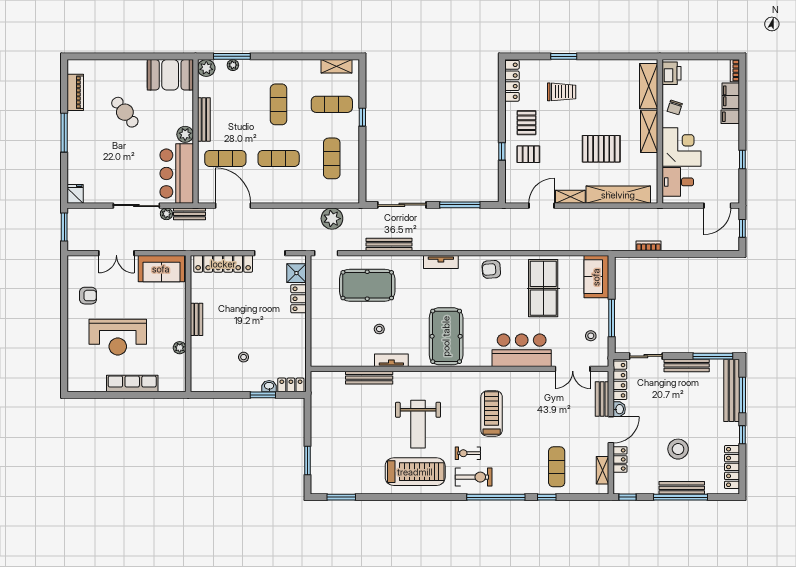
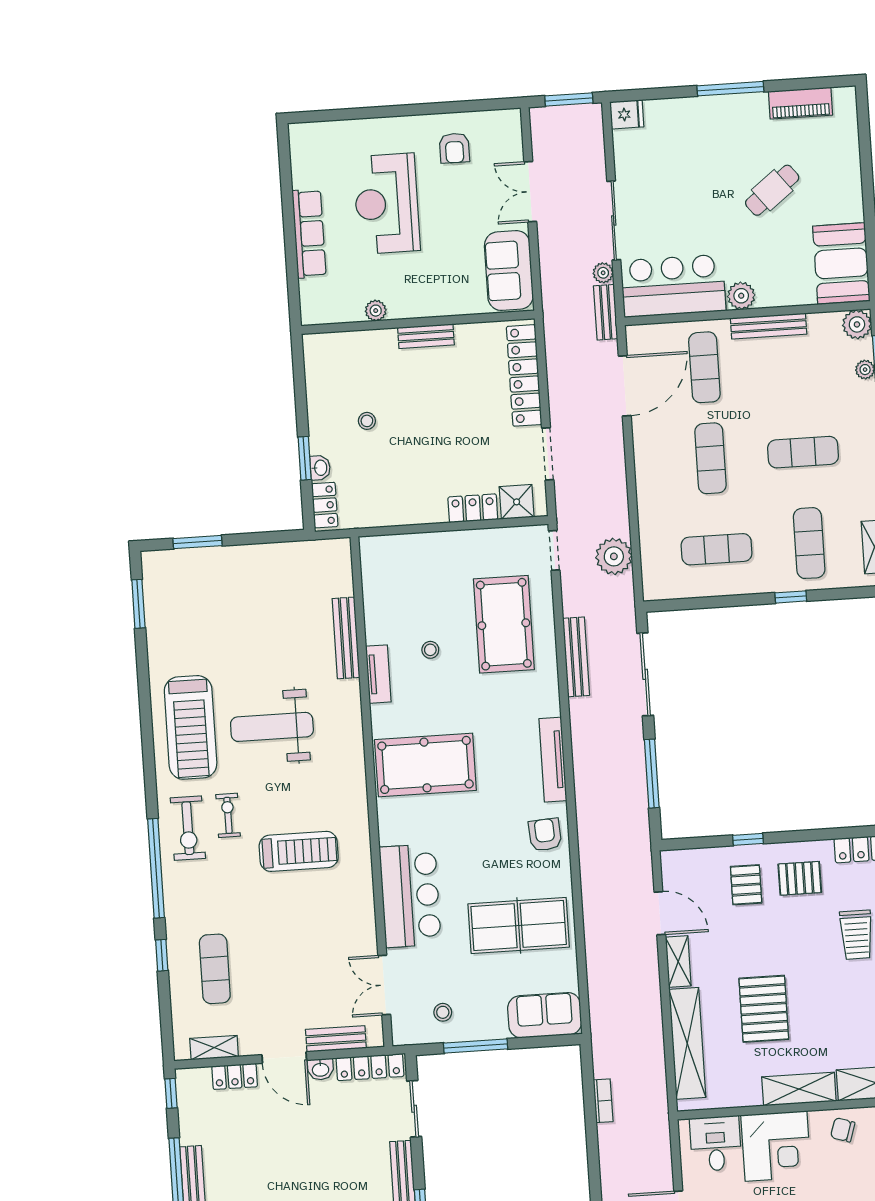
tv unit: (441, 262) -> (553, 760), width x1.41
stool: (678, 449) -> (259, 1174), removed
exercise mat: (557, 467) -> (215, 969), turned 90

